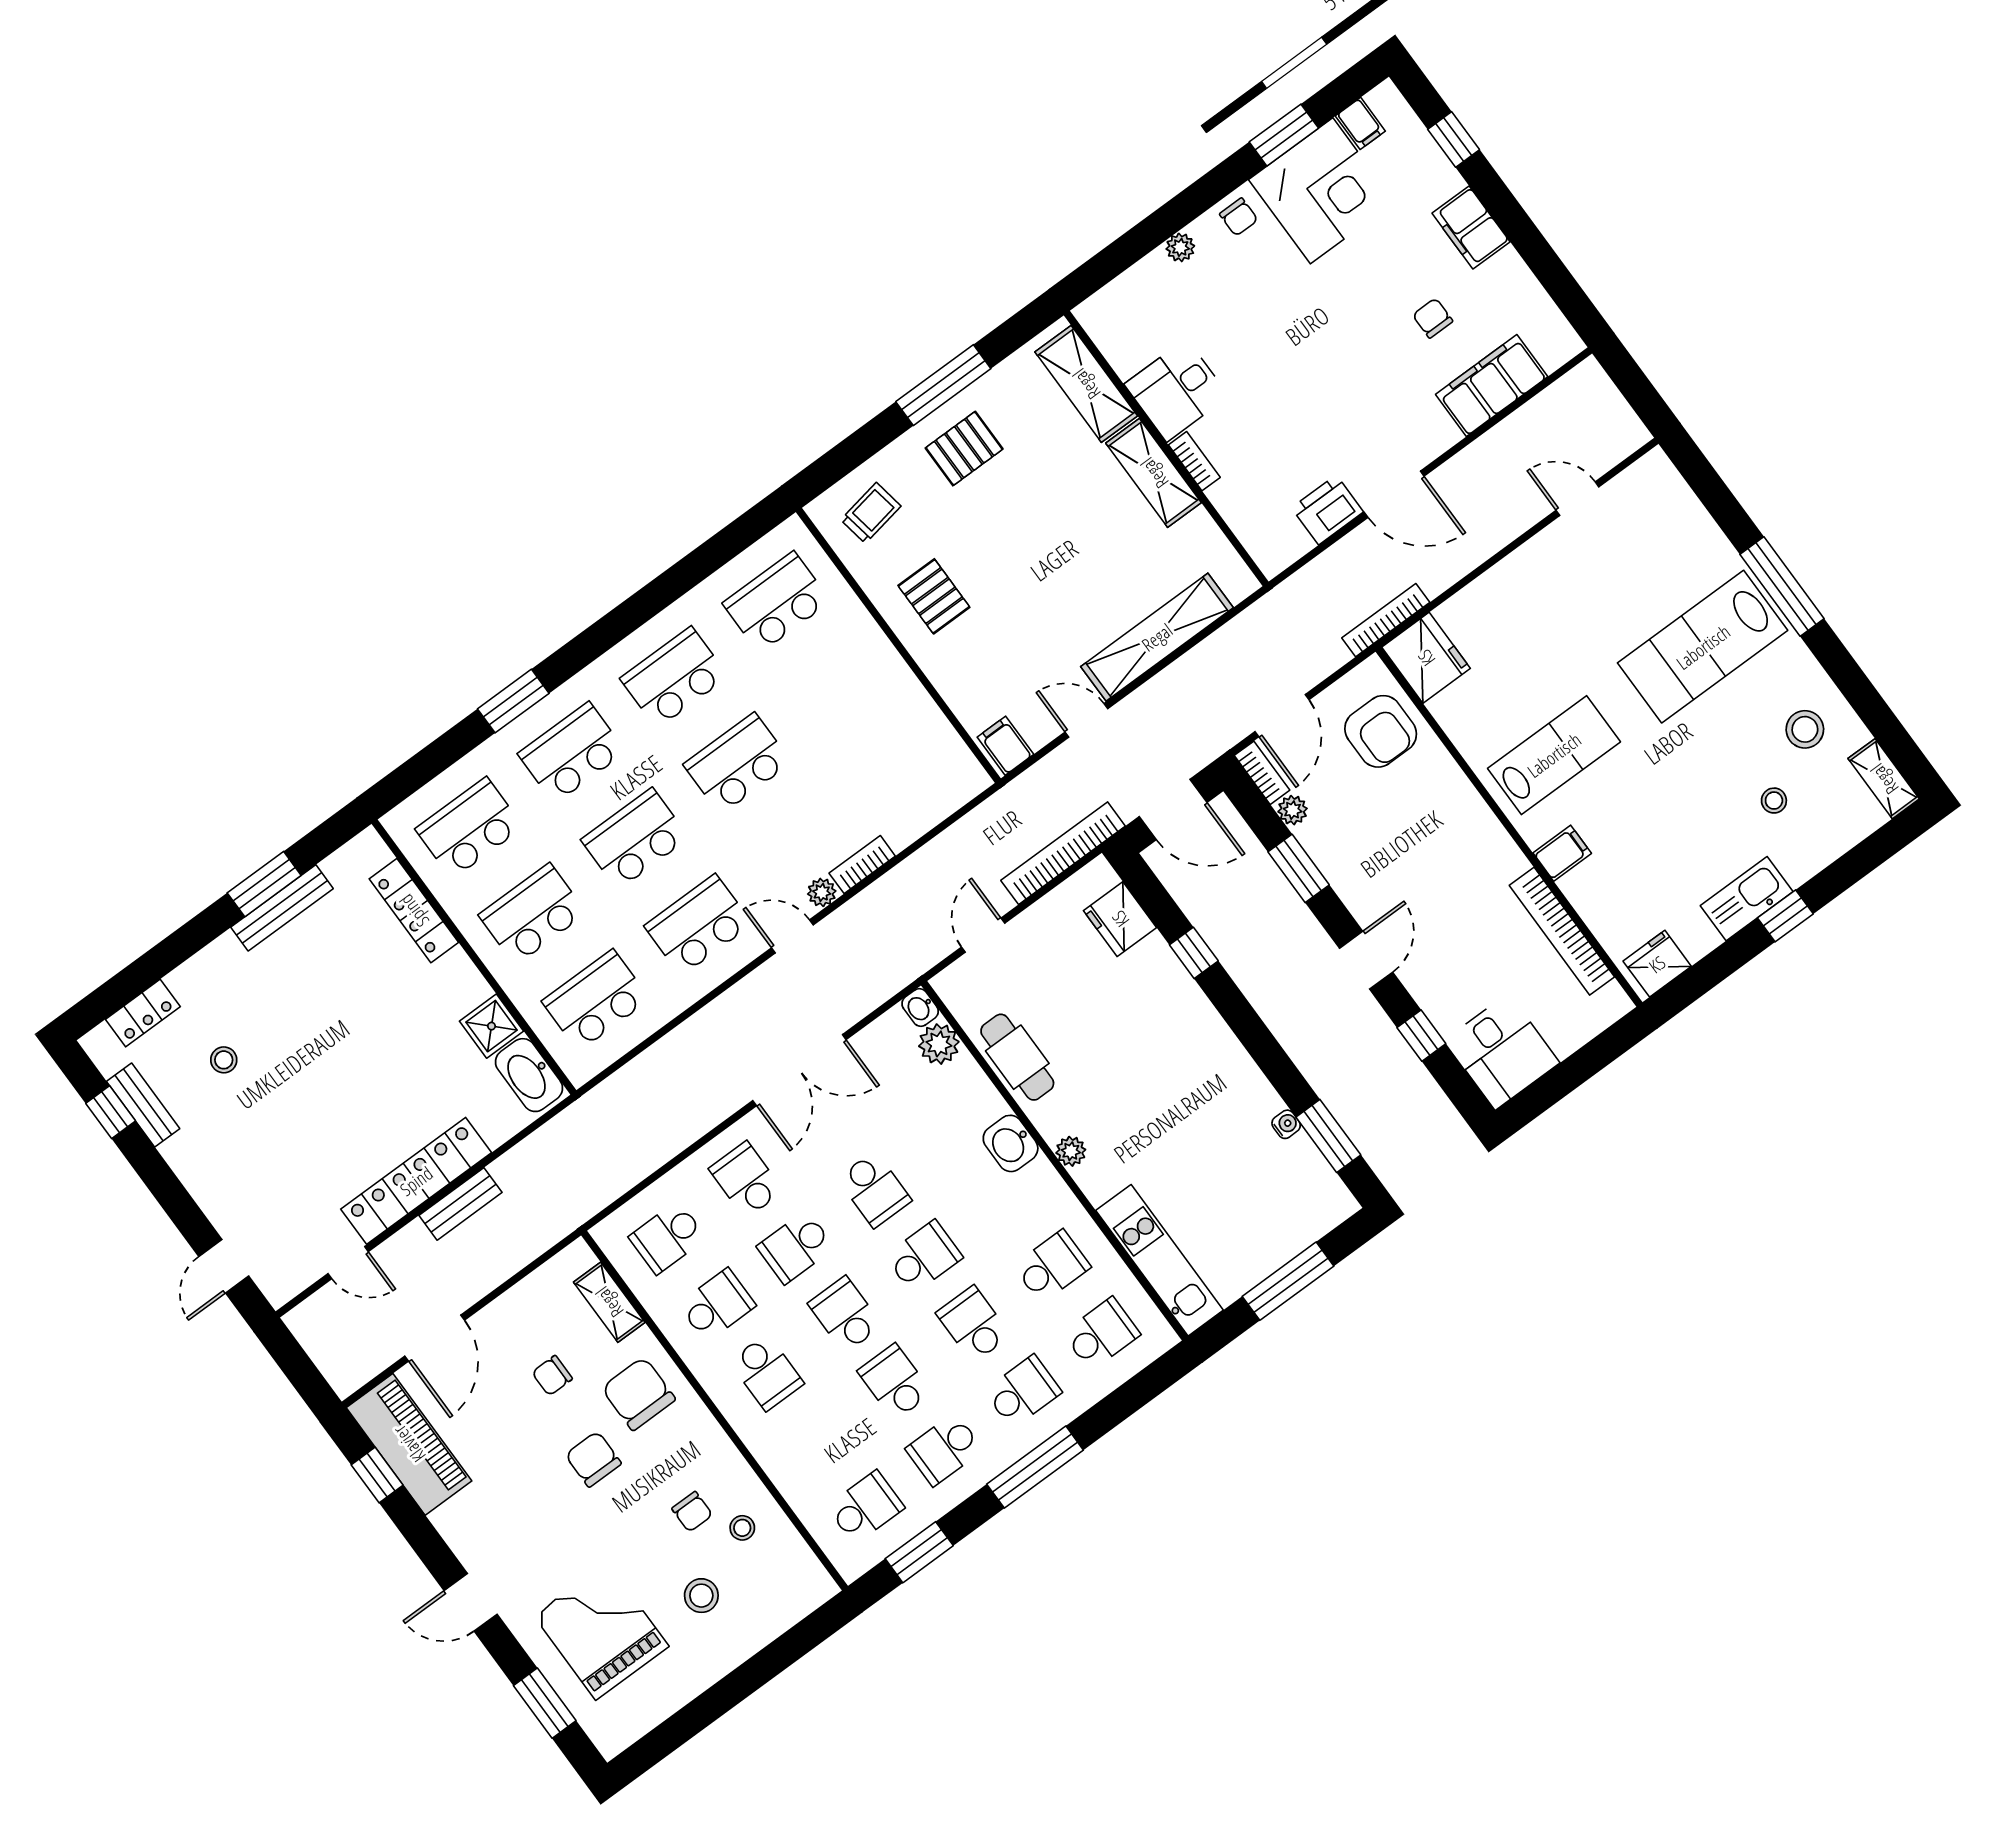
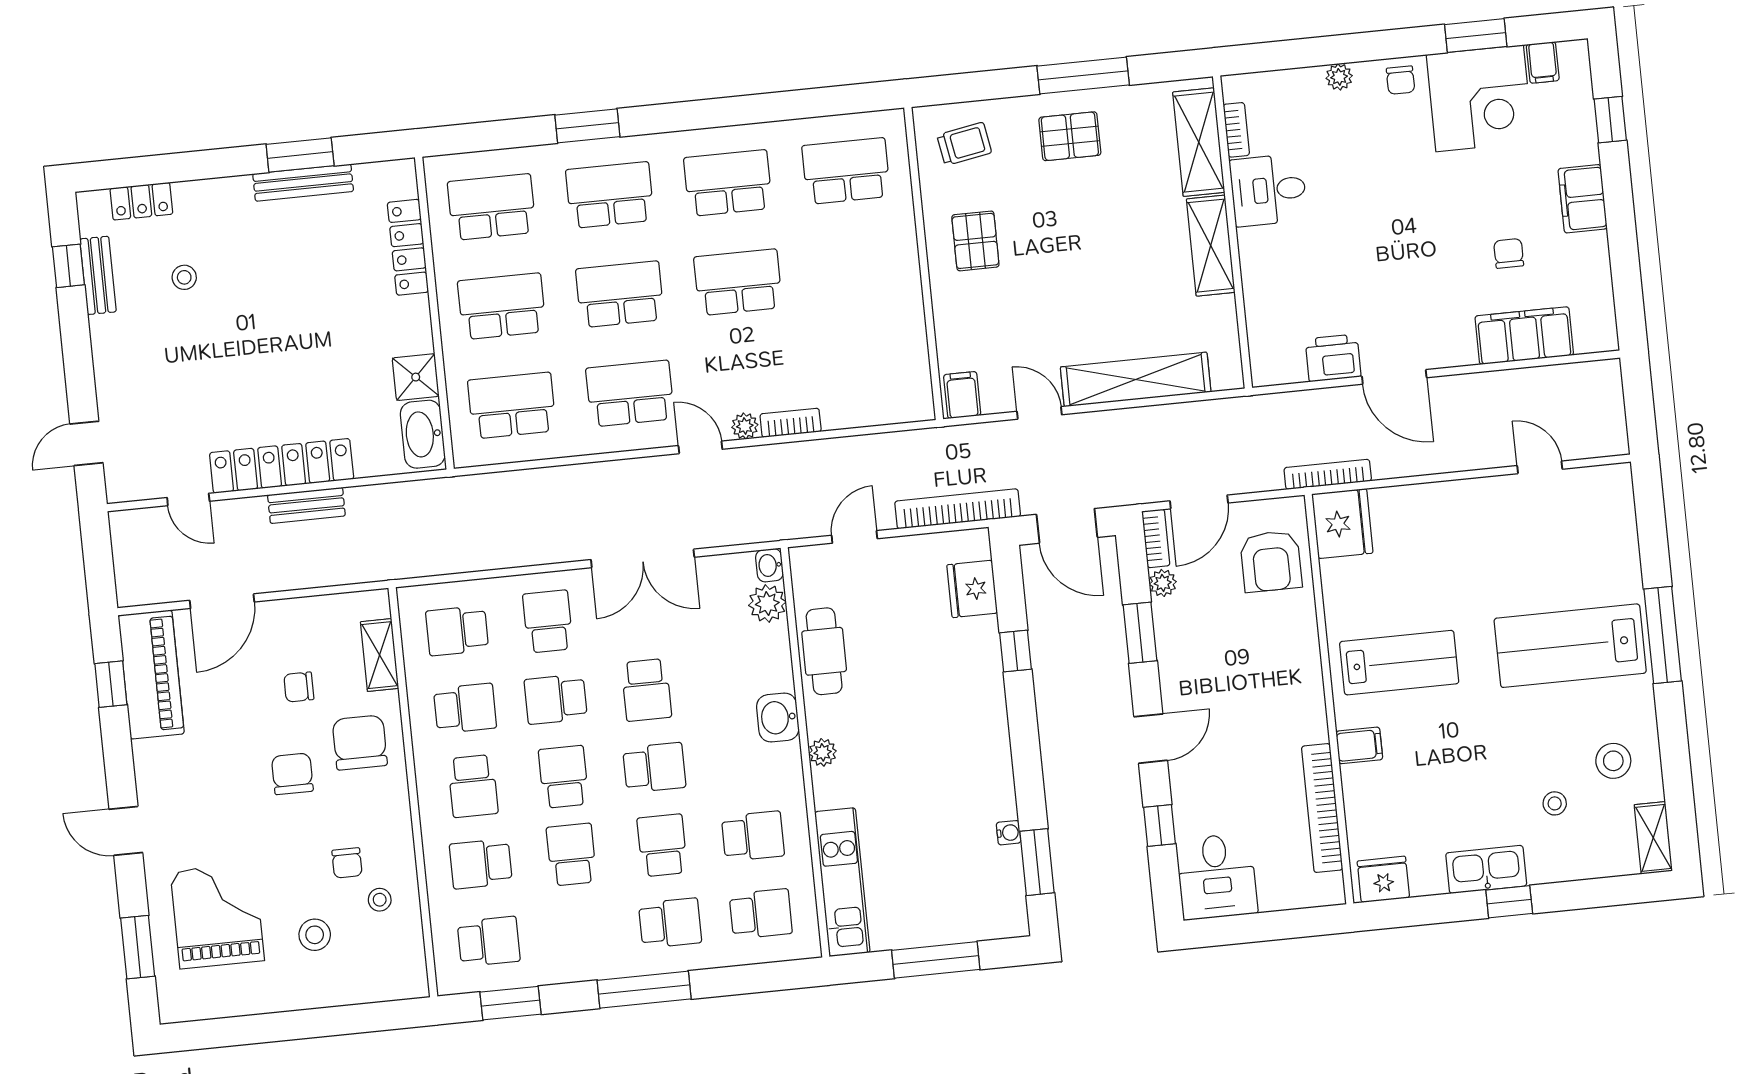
bookcase: (1194, 461) -> (1236, 130), moved
school desk: (944, 1449) -> (481, 864), moved

